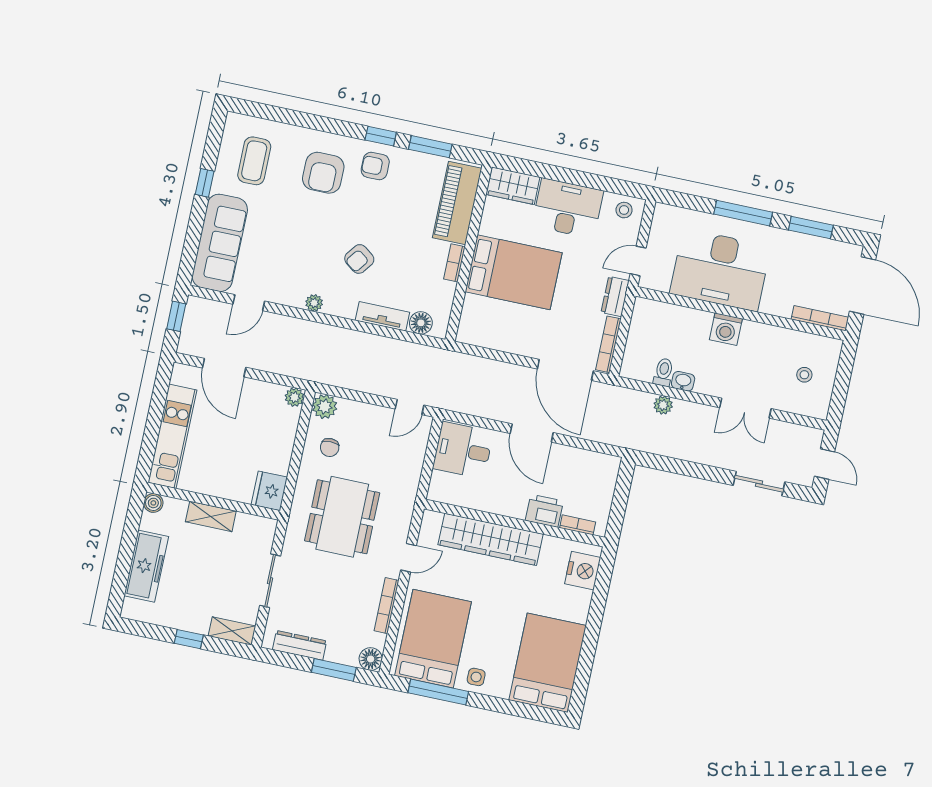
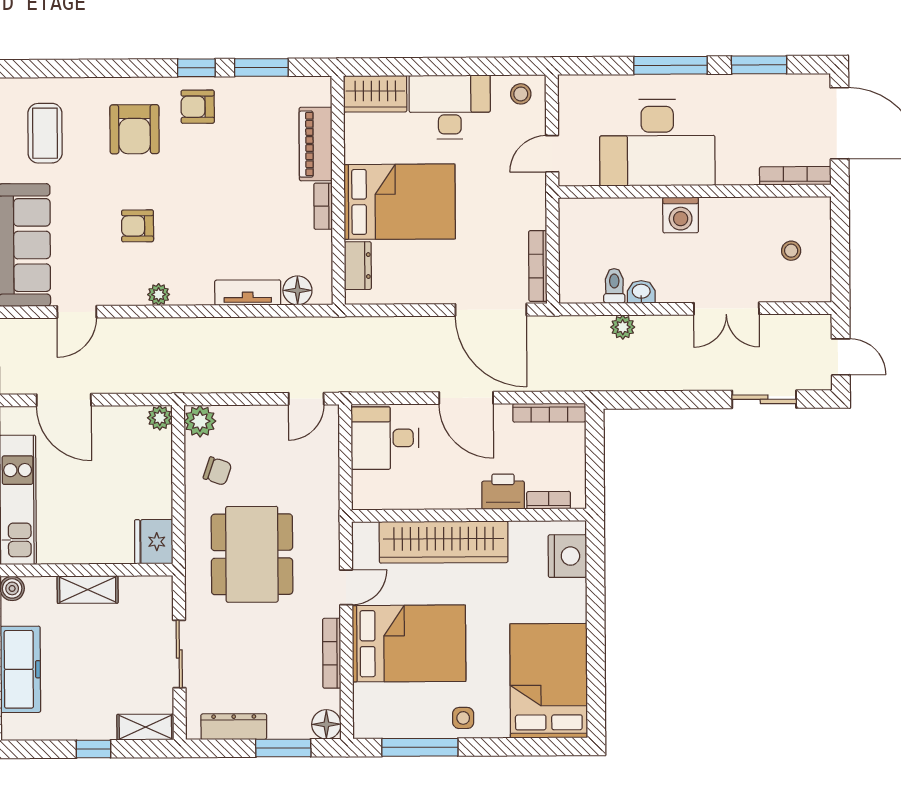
piano: (457, 203) -> (316, 144), width x0.73, depth x0.75
armchair: (359, 259) -> (138, 226), moved, turned 53
dresser: (615, 296) -> (358, 266), moved, turned 180
chair: (330, 448) -> (217, 471), turned -71
bookcase: (593, 458) -> (549, 413), added
bed: (433, 639) -> (409, 643), moved, turned 90

